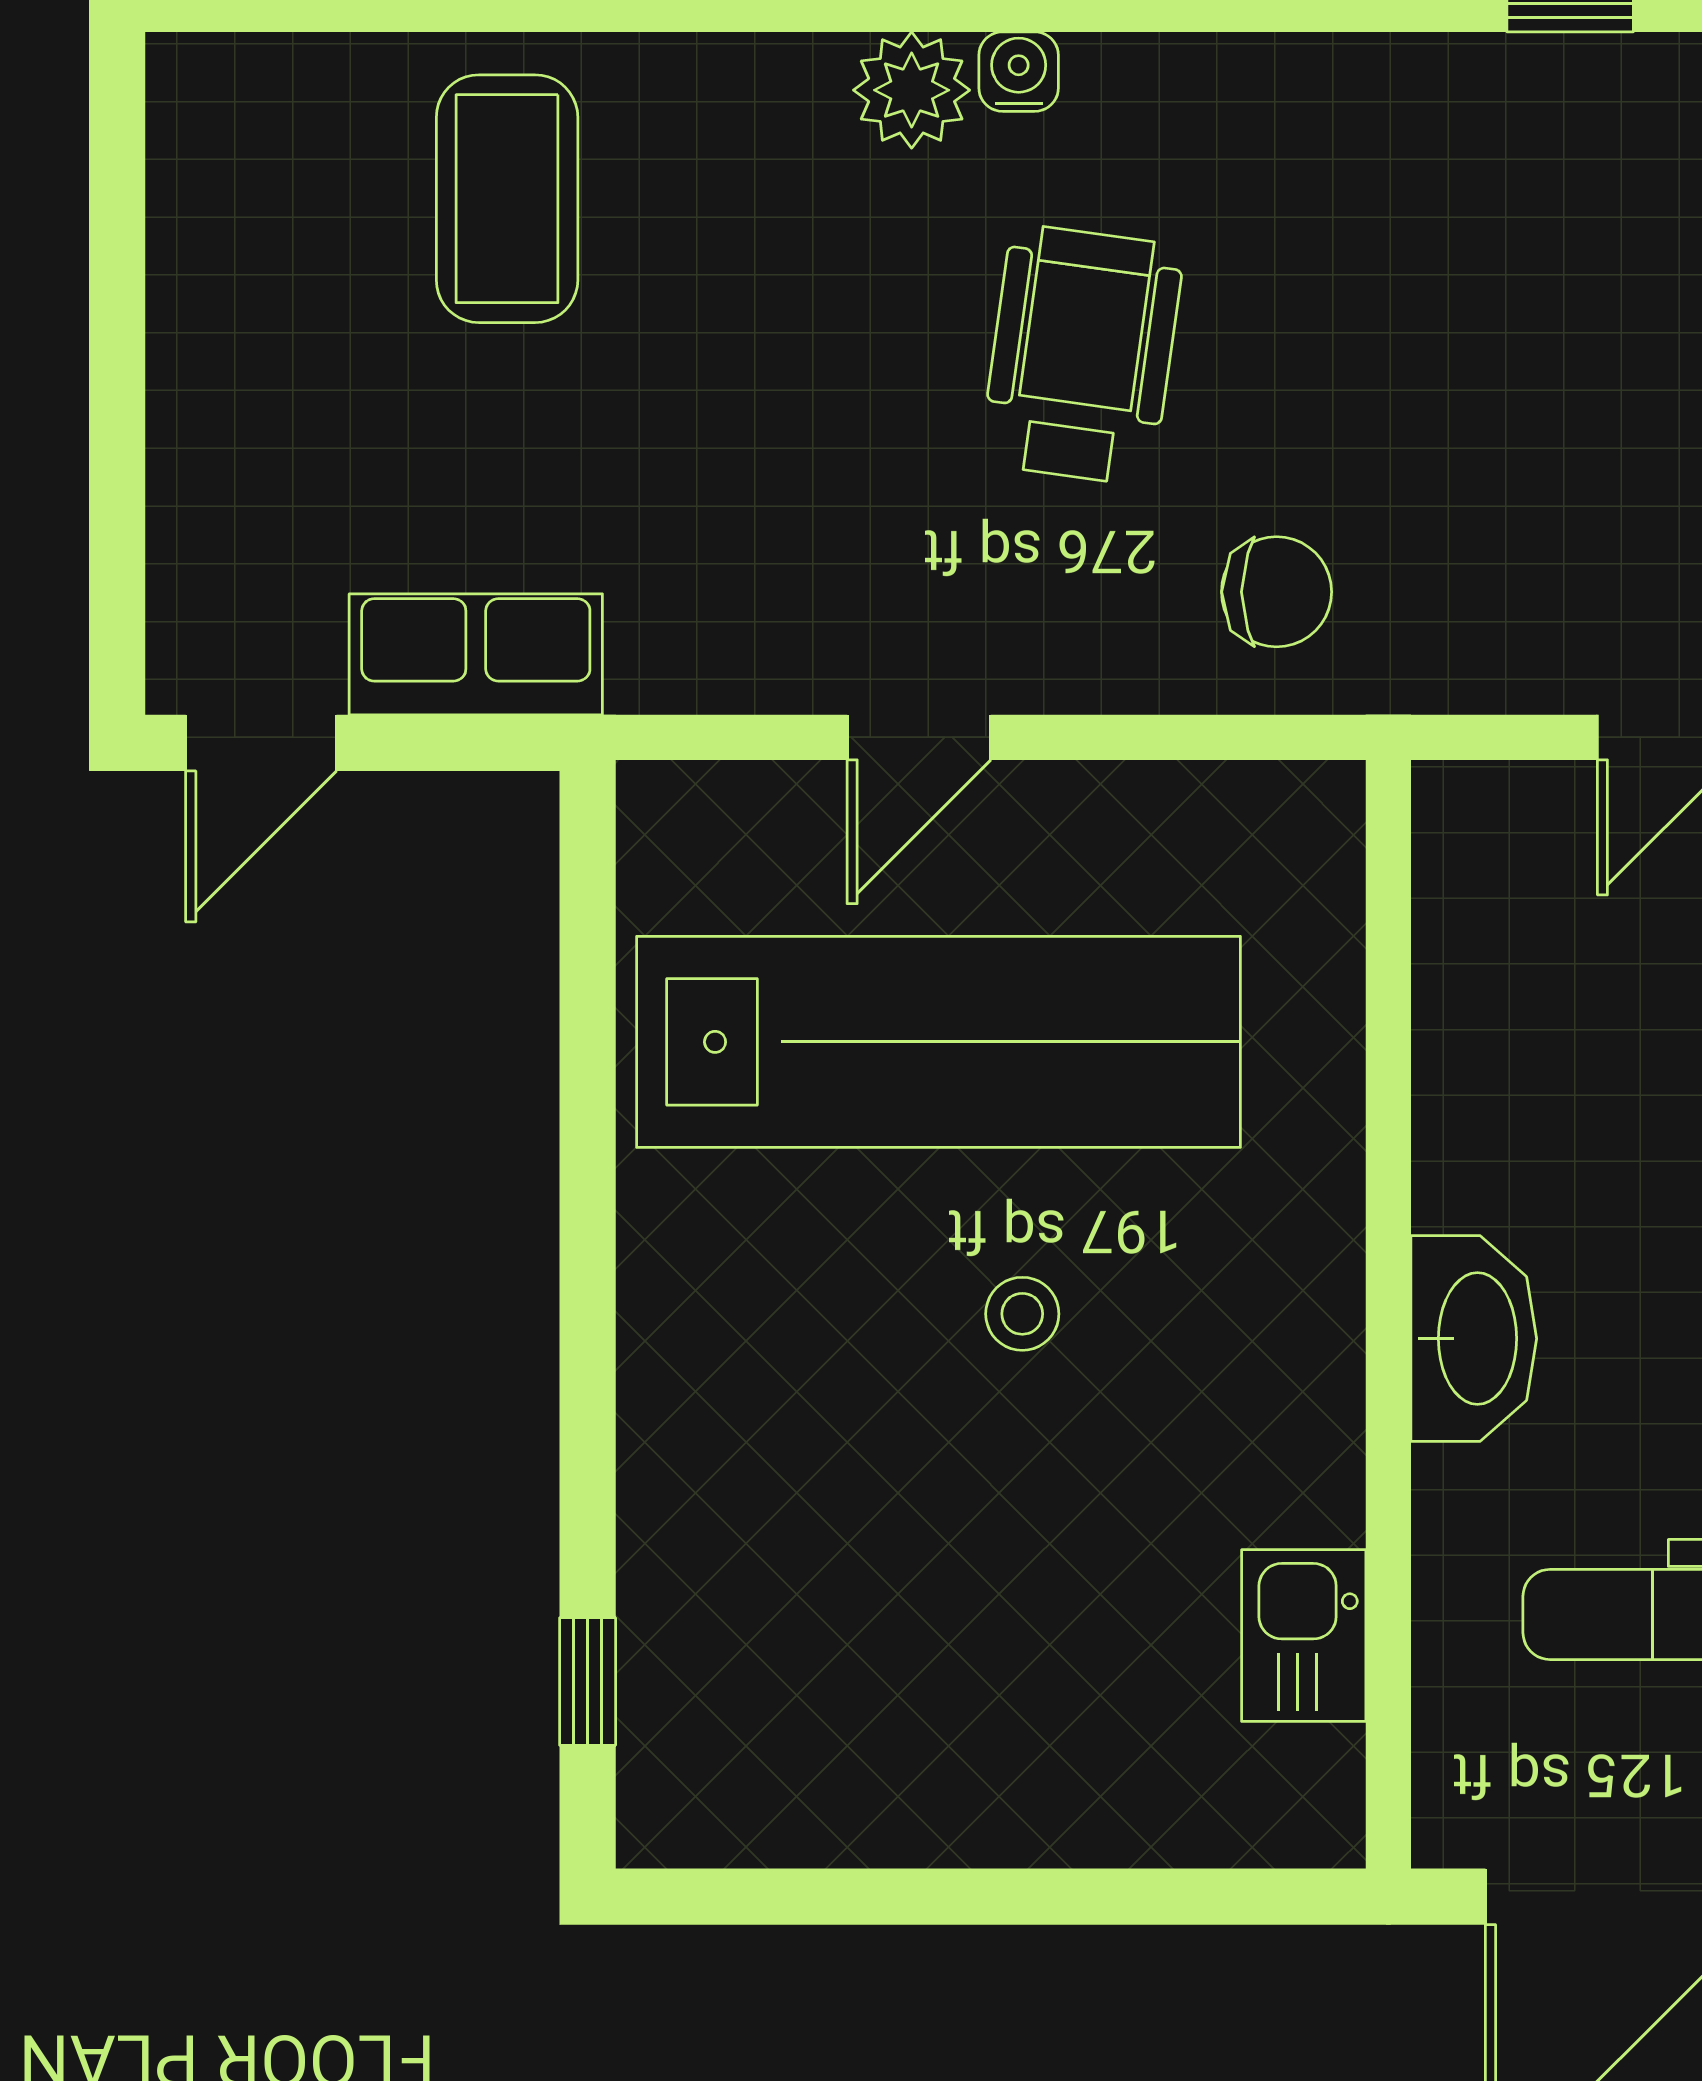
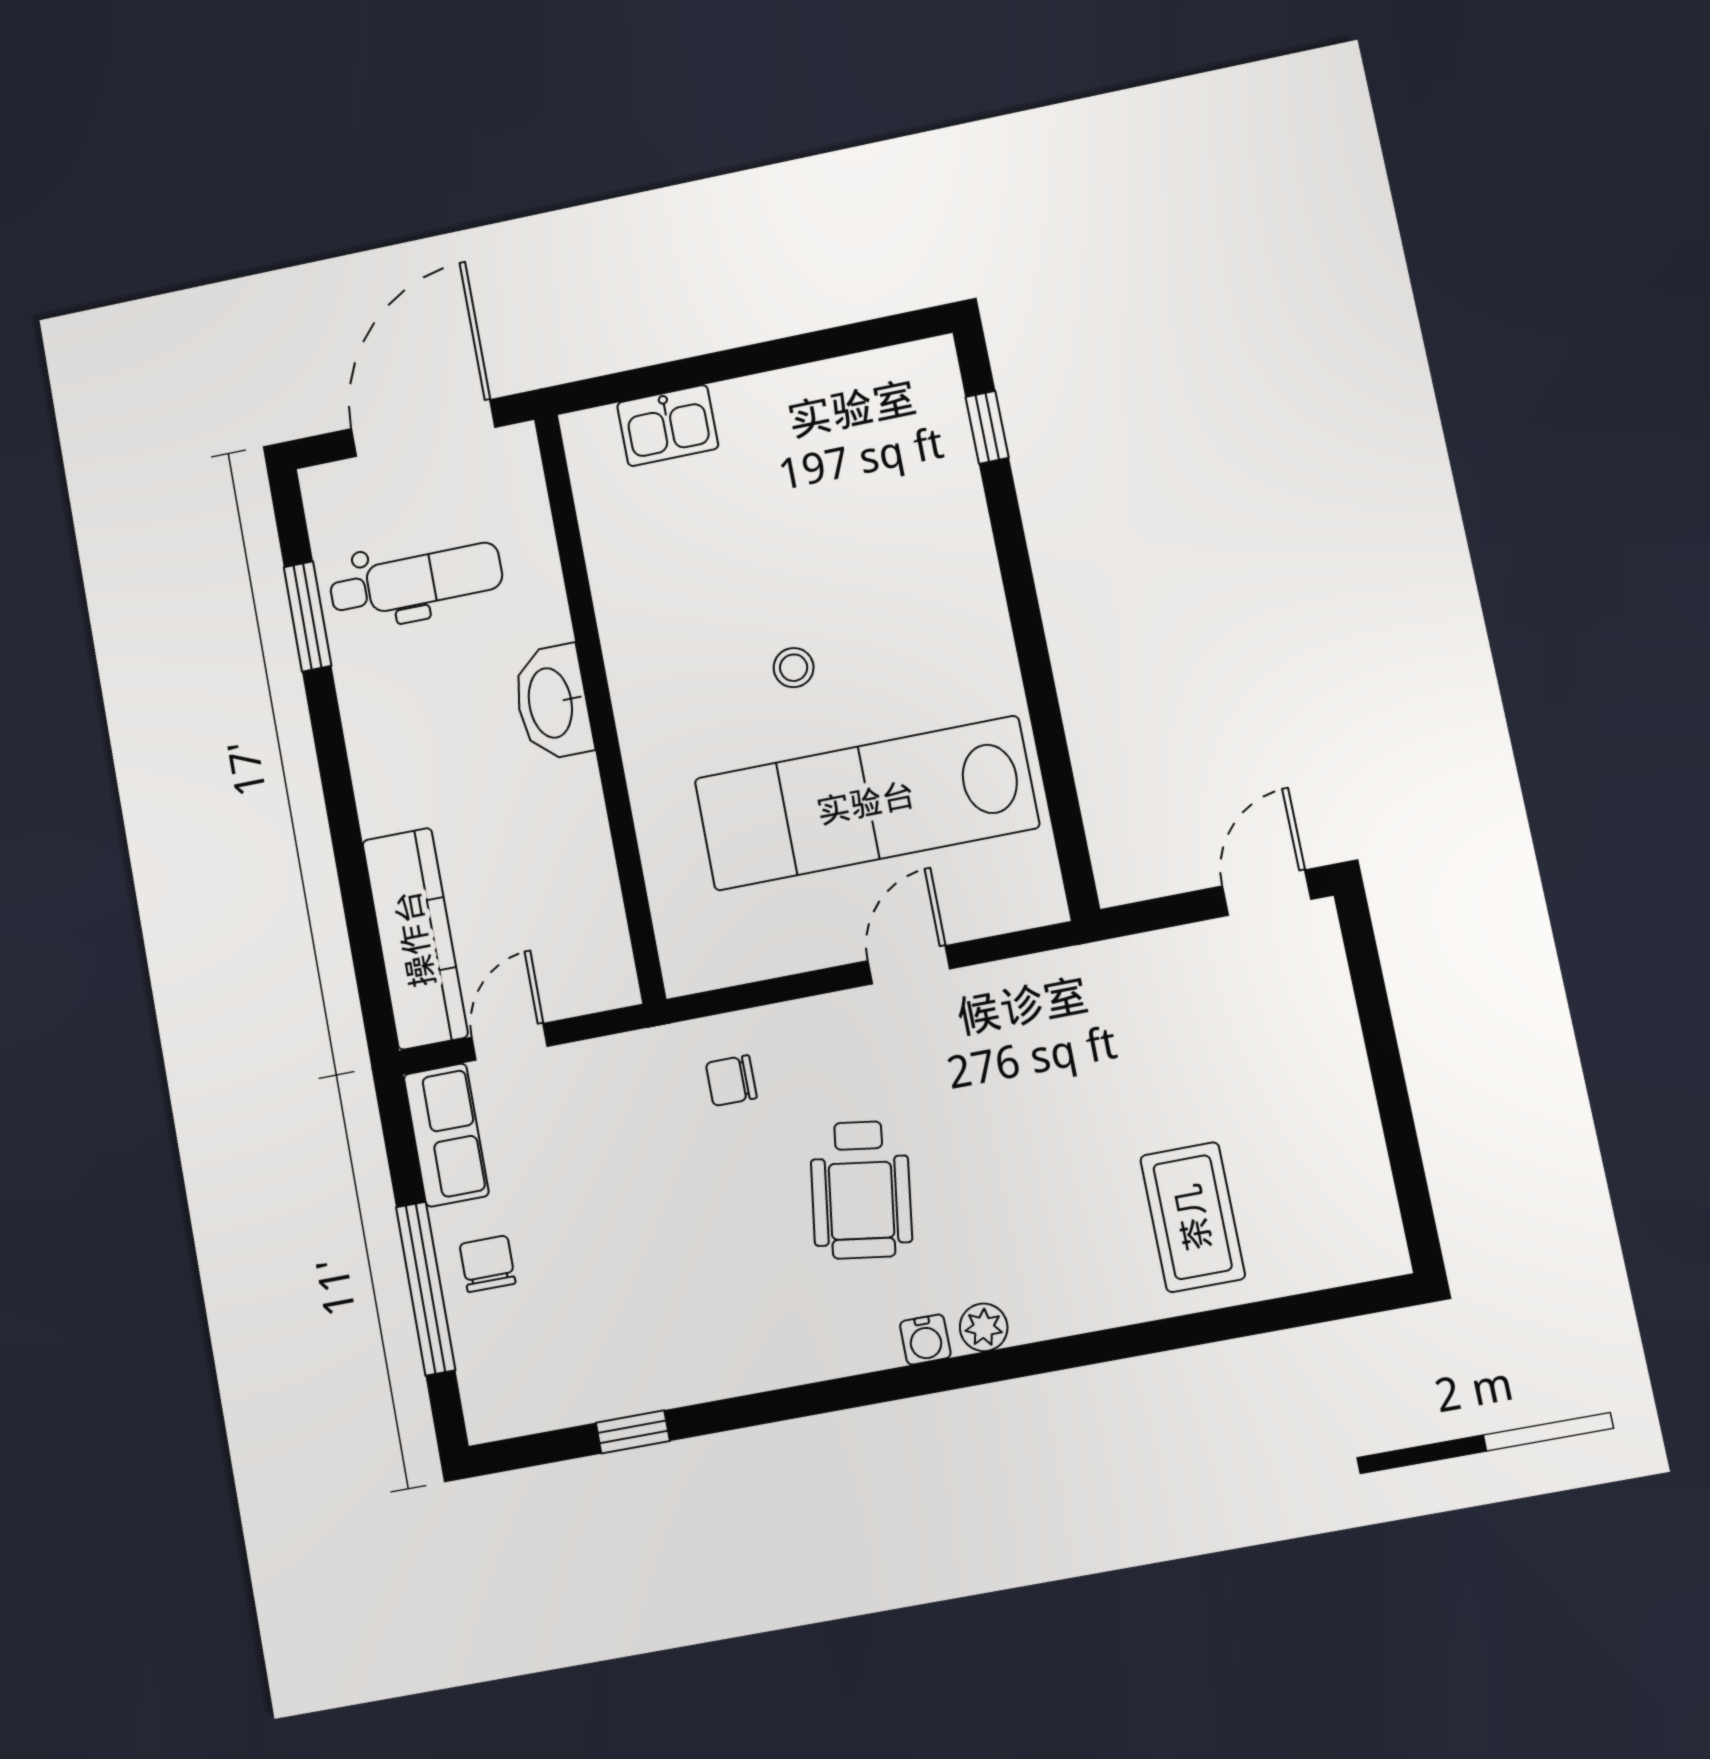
plant: (912, 90) -> (984, 1327), width x0.73, depth x0.73
chair: (1277, 592) -> (731, 1081), width x0.73, depth x0.73
row of seats: (476, 654) -> (1159, 964), removed
kitchen sink: (1304, 1636) -> (668, 426), moved, turned 90

